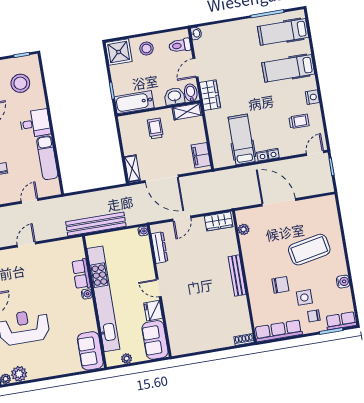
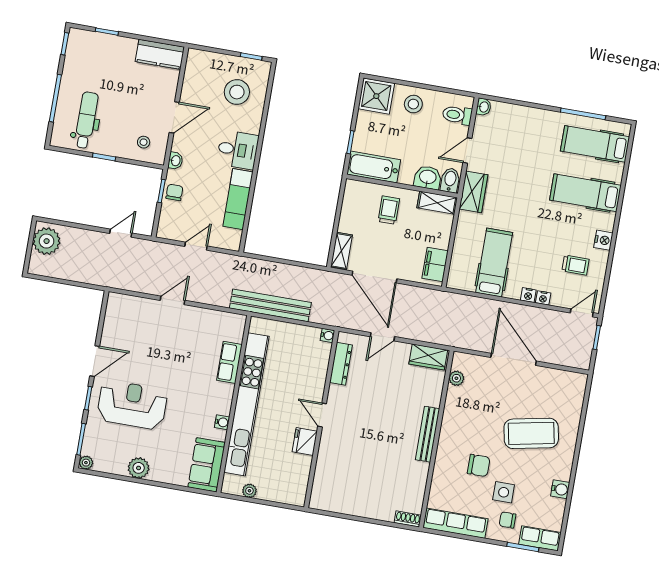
nightstand: (262, 156) -> (543, 298), moved
water cooler: (87, 294) -> (222, 422), moved
sofa: (155, 340) -> (294, 480), removed
plant: (19, 374) -> (139, 468), moved

